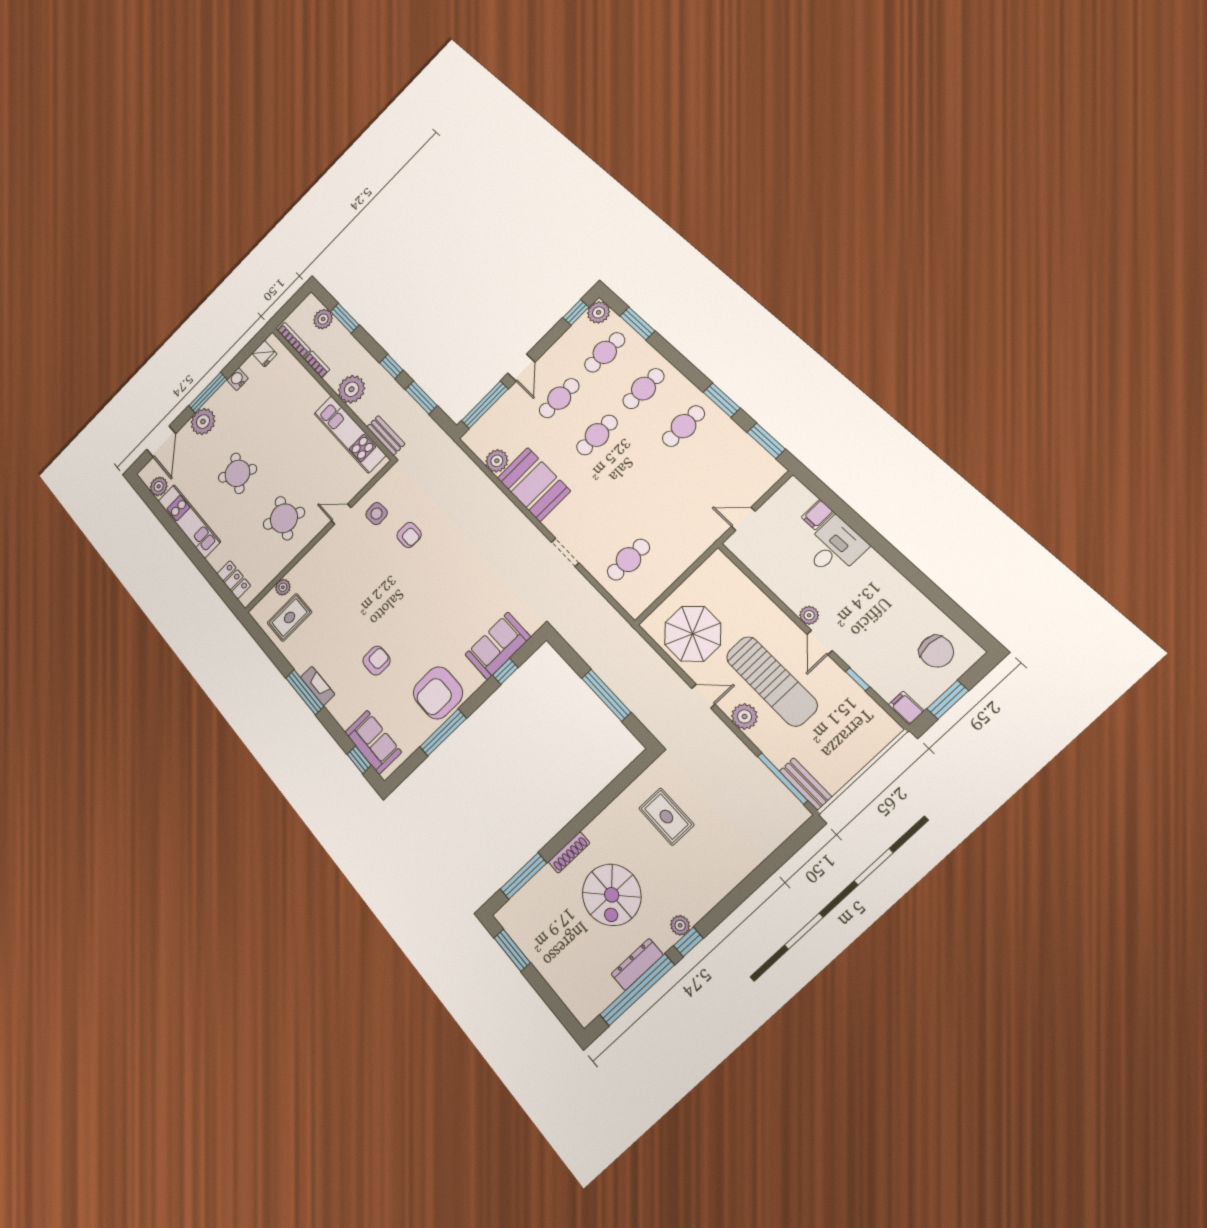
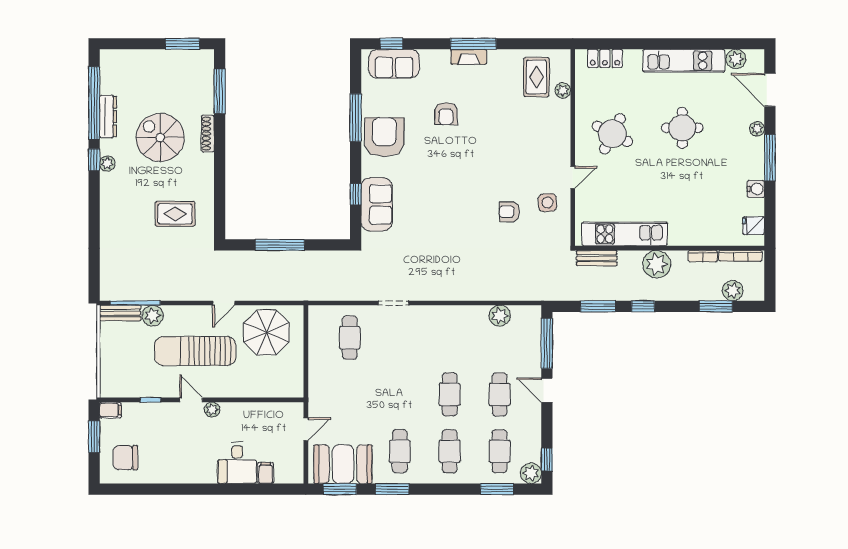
plant: (203, 422) -> (757, 129), width x0.53, depth x0.53
round table: (237, 473) -> (682, 128), turned -32
booth: (534, 484) -> (343, 464), moved
plant: (745, 716) -> (153, 316), moved

